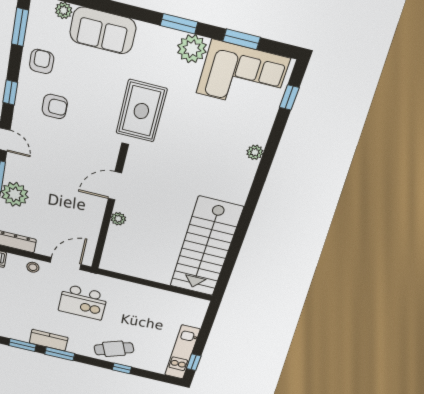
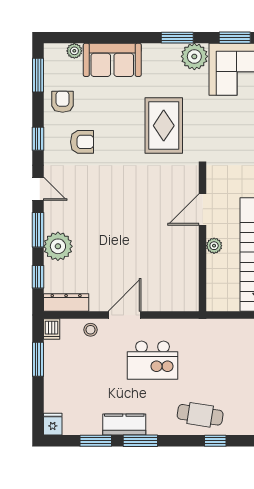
door: (115, 186) -> (203, 209), moved
wall: (109, 212) -> (203, 240), moved
plant: (118, 219) -> (214, 246), moved
cafe table: (114, 349) -> (200, 415), turned 31

